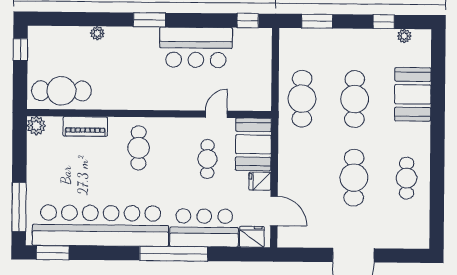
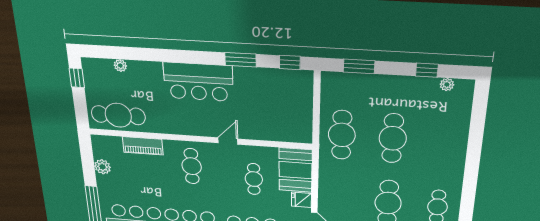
window: (149, 20) -> (241, 60), moved
plant: (97, 33) -> (120, 66), moved
bar counter: (196, 47) -> (198, 82), moved
booth: (413, 94) -> (450, 138), removed
door: (216, 114) -> (228, 141), moved
plant: (36, 126) -> (103, 167), moved

